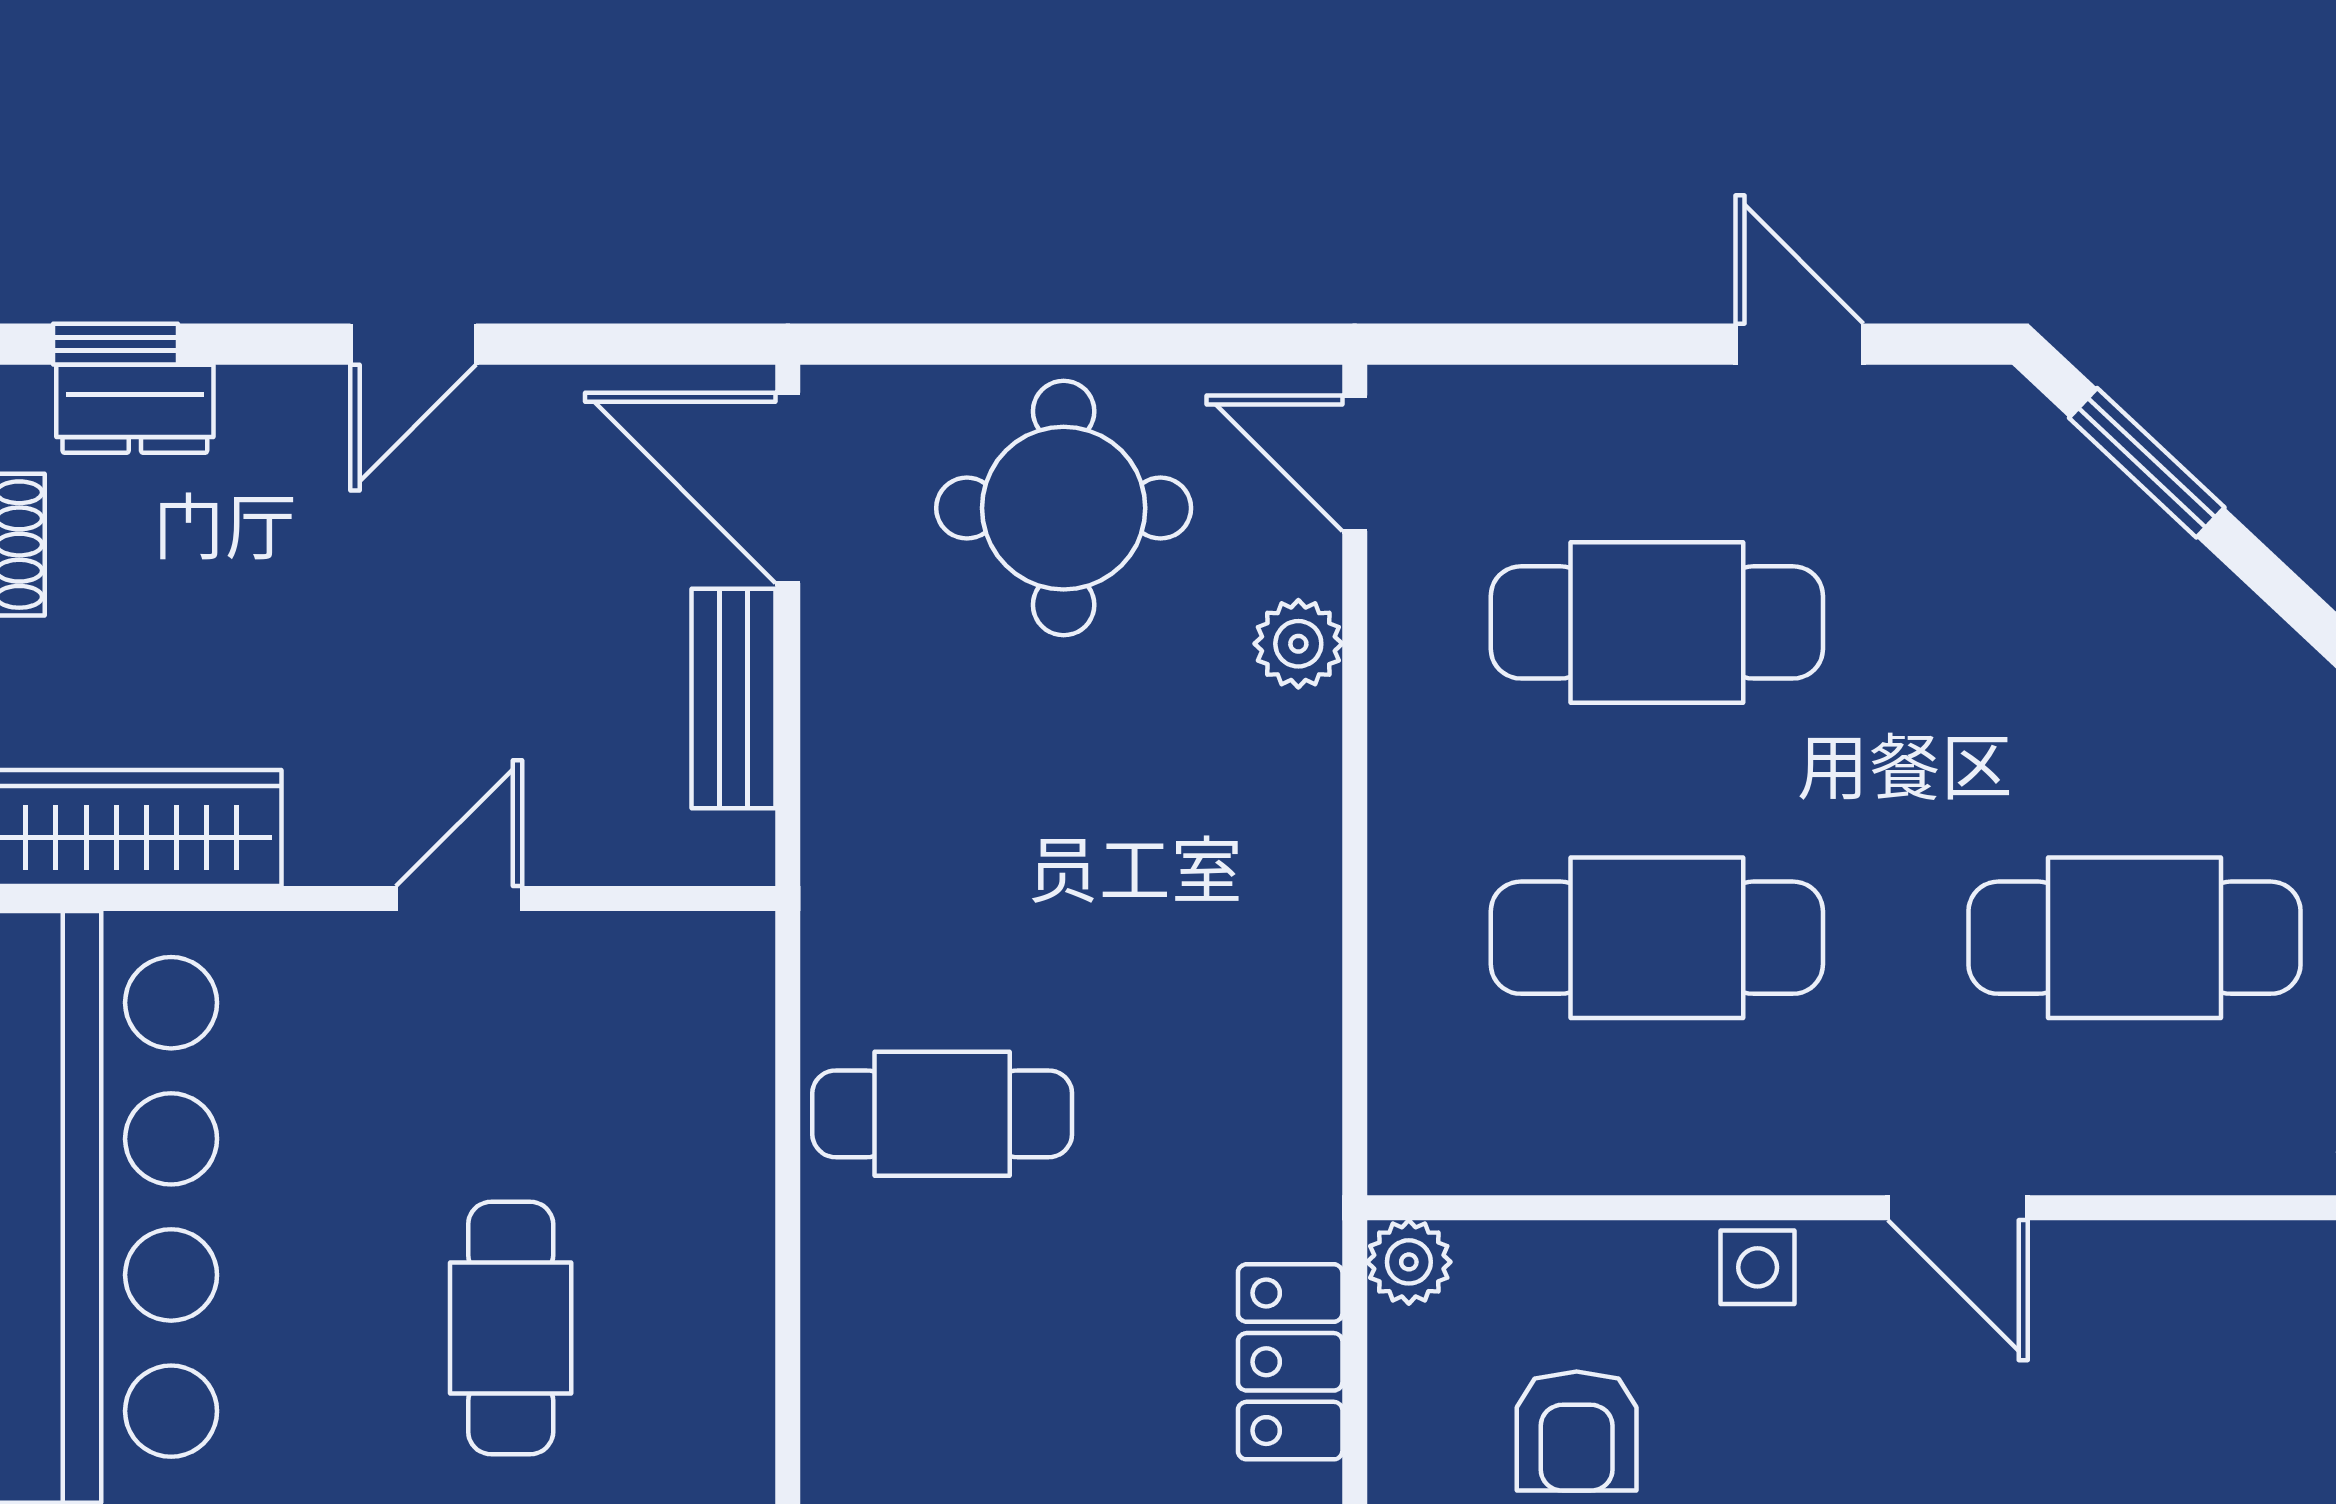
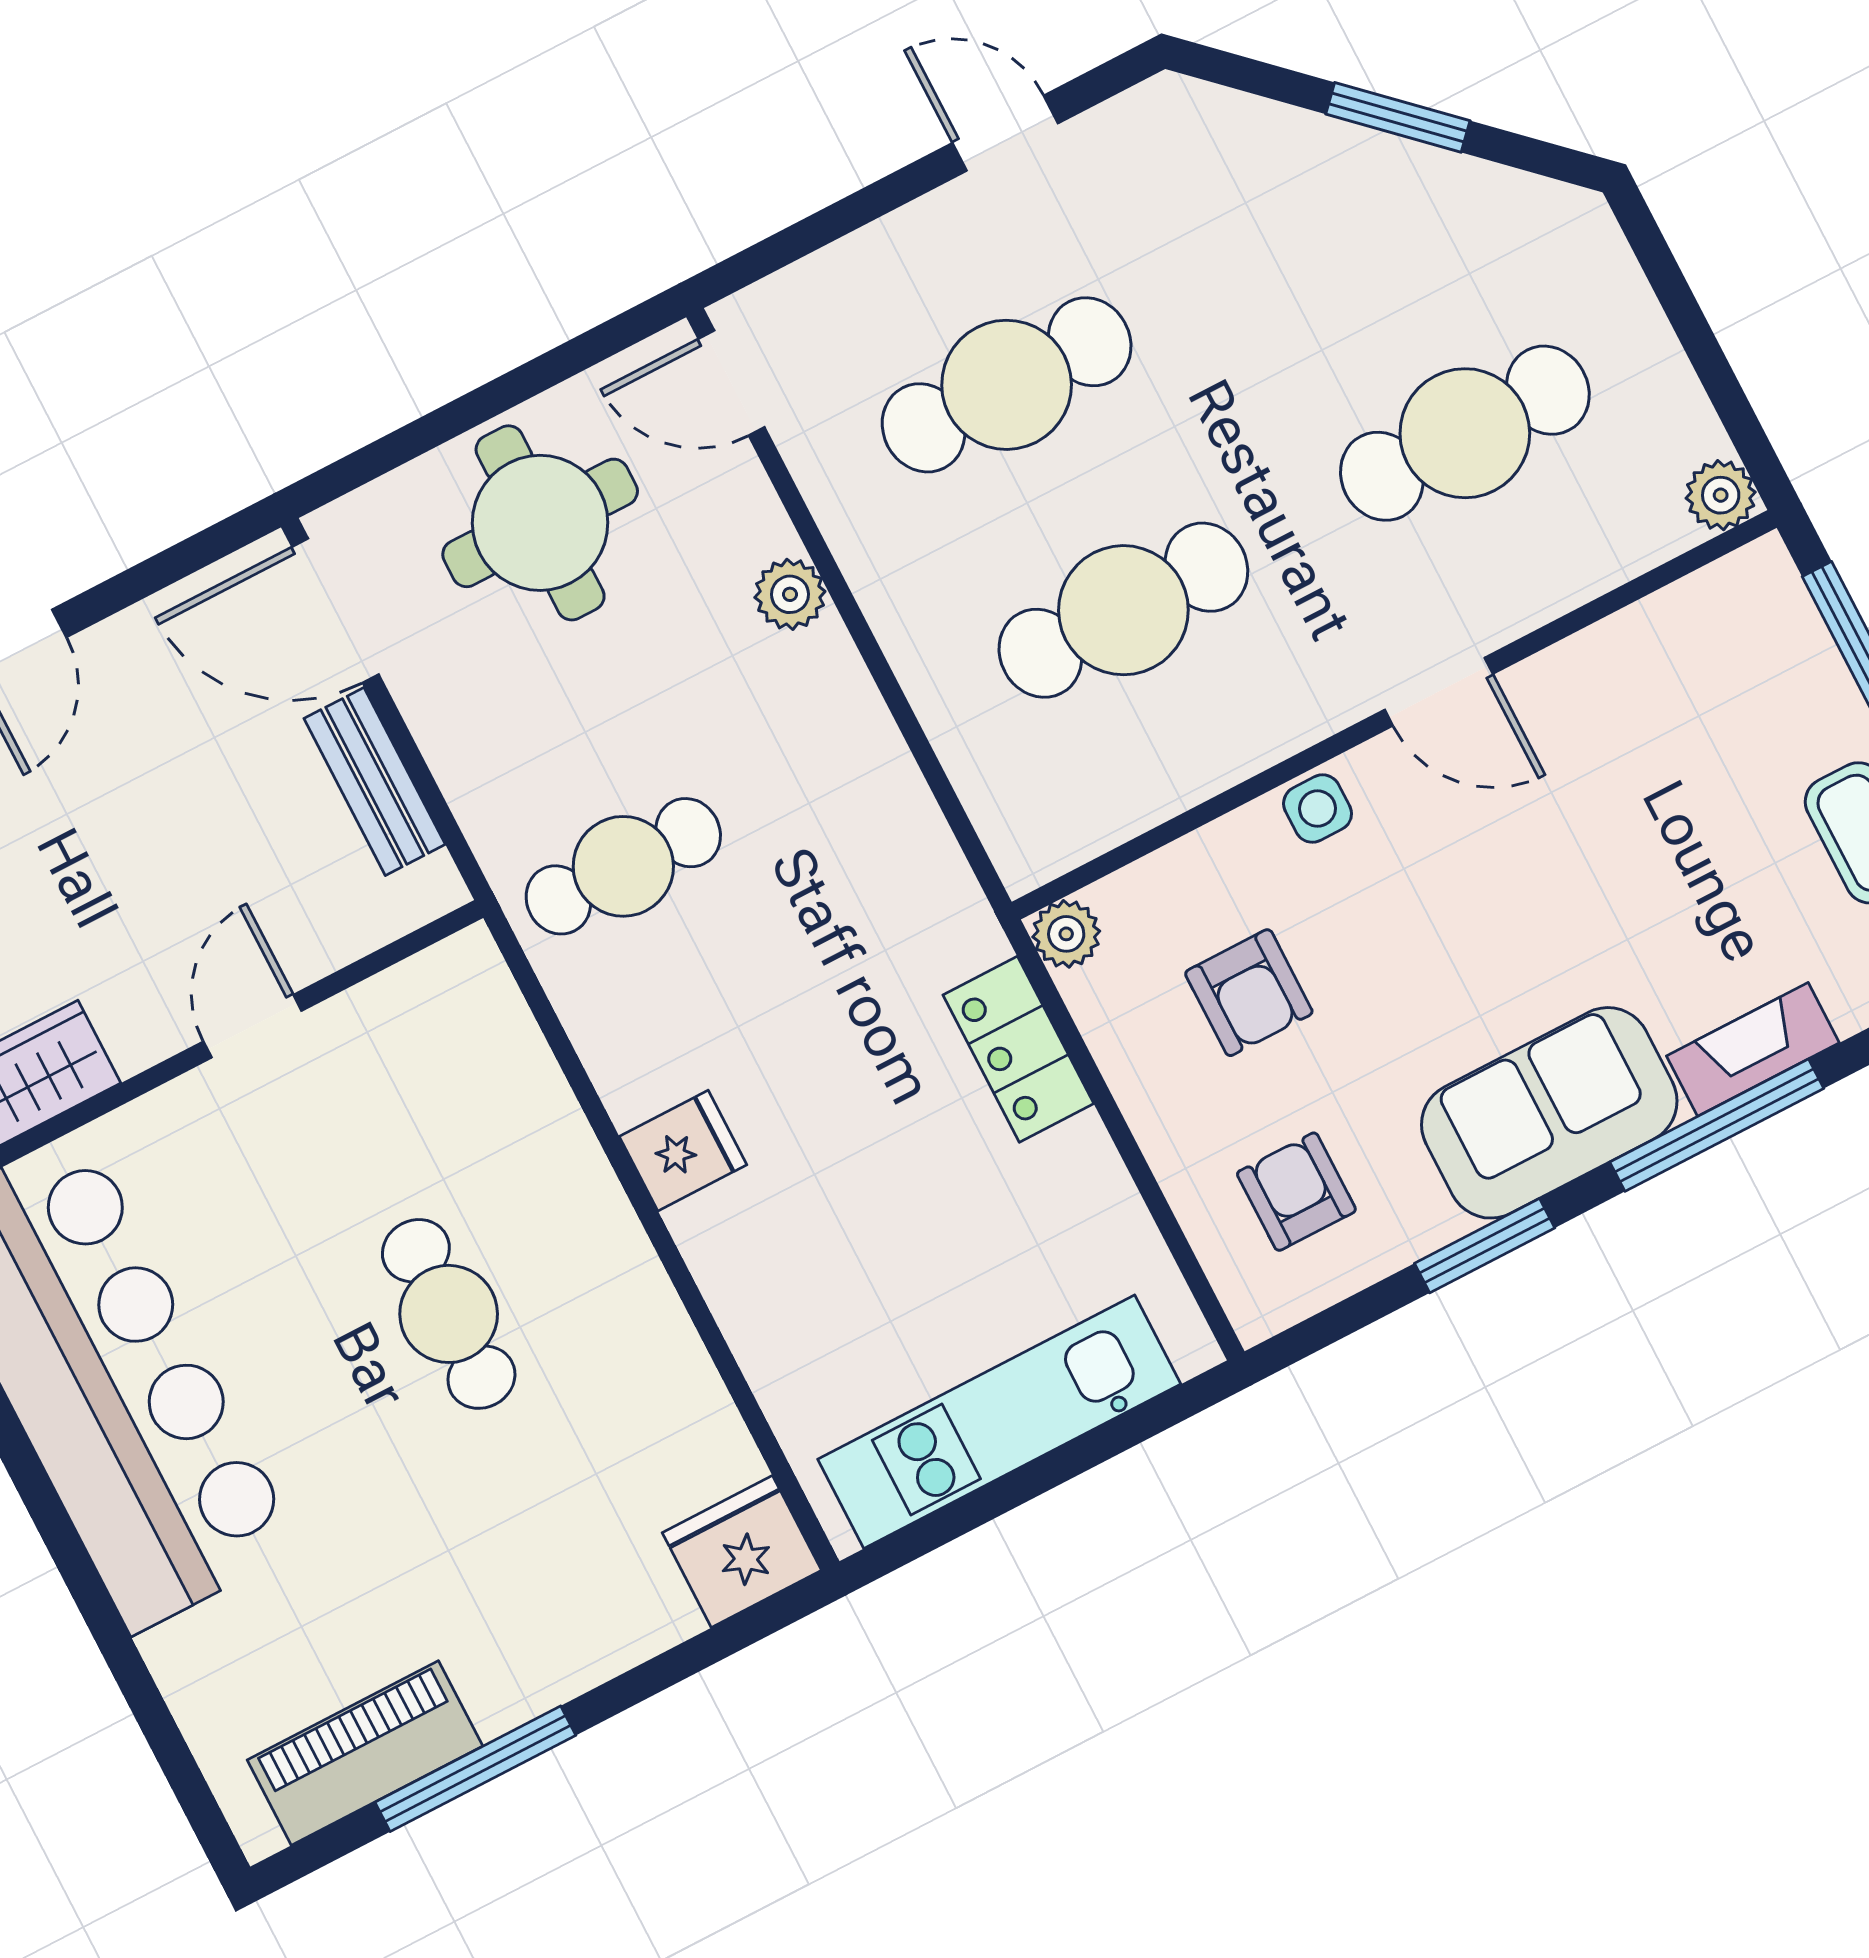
window: (2147, 463) -> (1398, 117), moved
plant: (1298, 644) -> (790, 594), moved
cafe table: (942, 1114) -> (623, 866), moved
fridge: (862, 1282) -> (683, 1151), added

